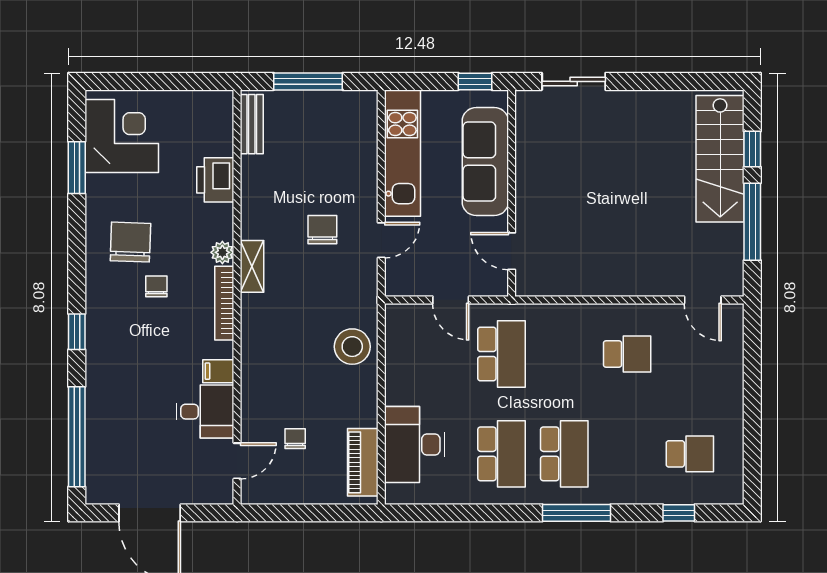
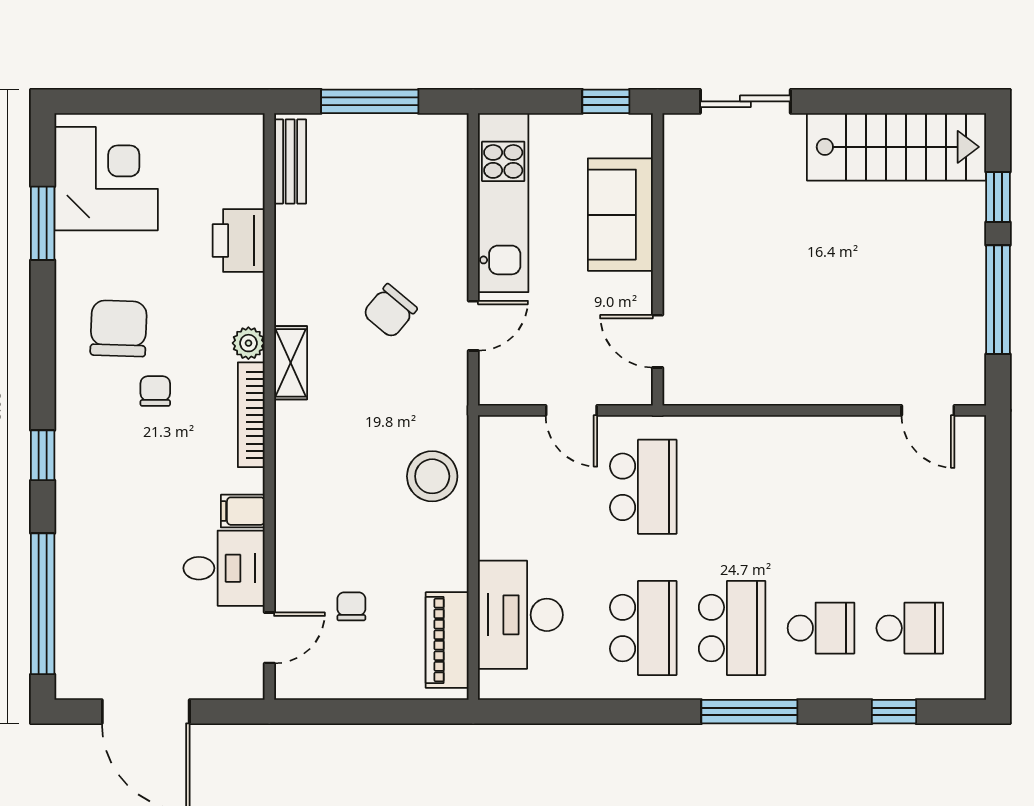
stairs: (720, 159) -> (897, 147), moved, turned -90
sofa: (485, 162) -> (620, 215), width x0.73
chair: (322, 230) -> (390, 311), turned -140
school desk: (627, 354) -> (821, 628), moved

